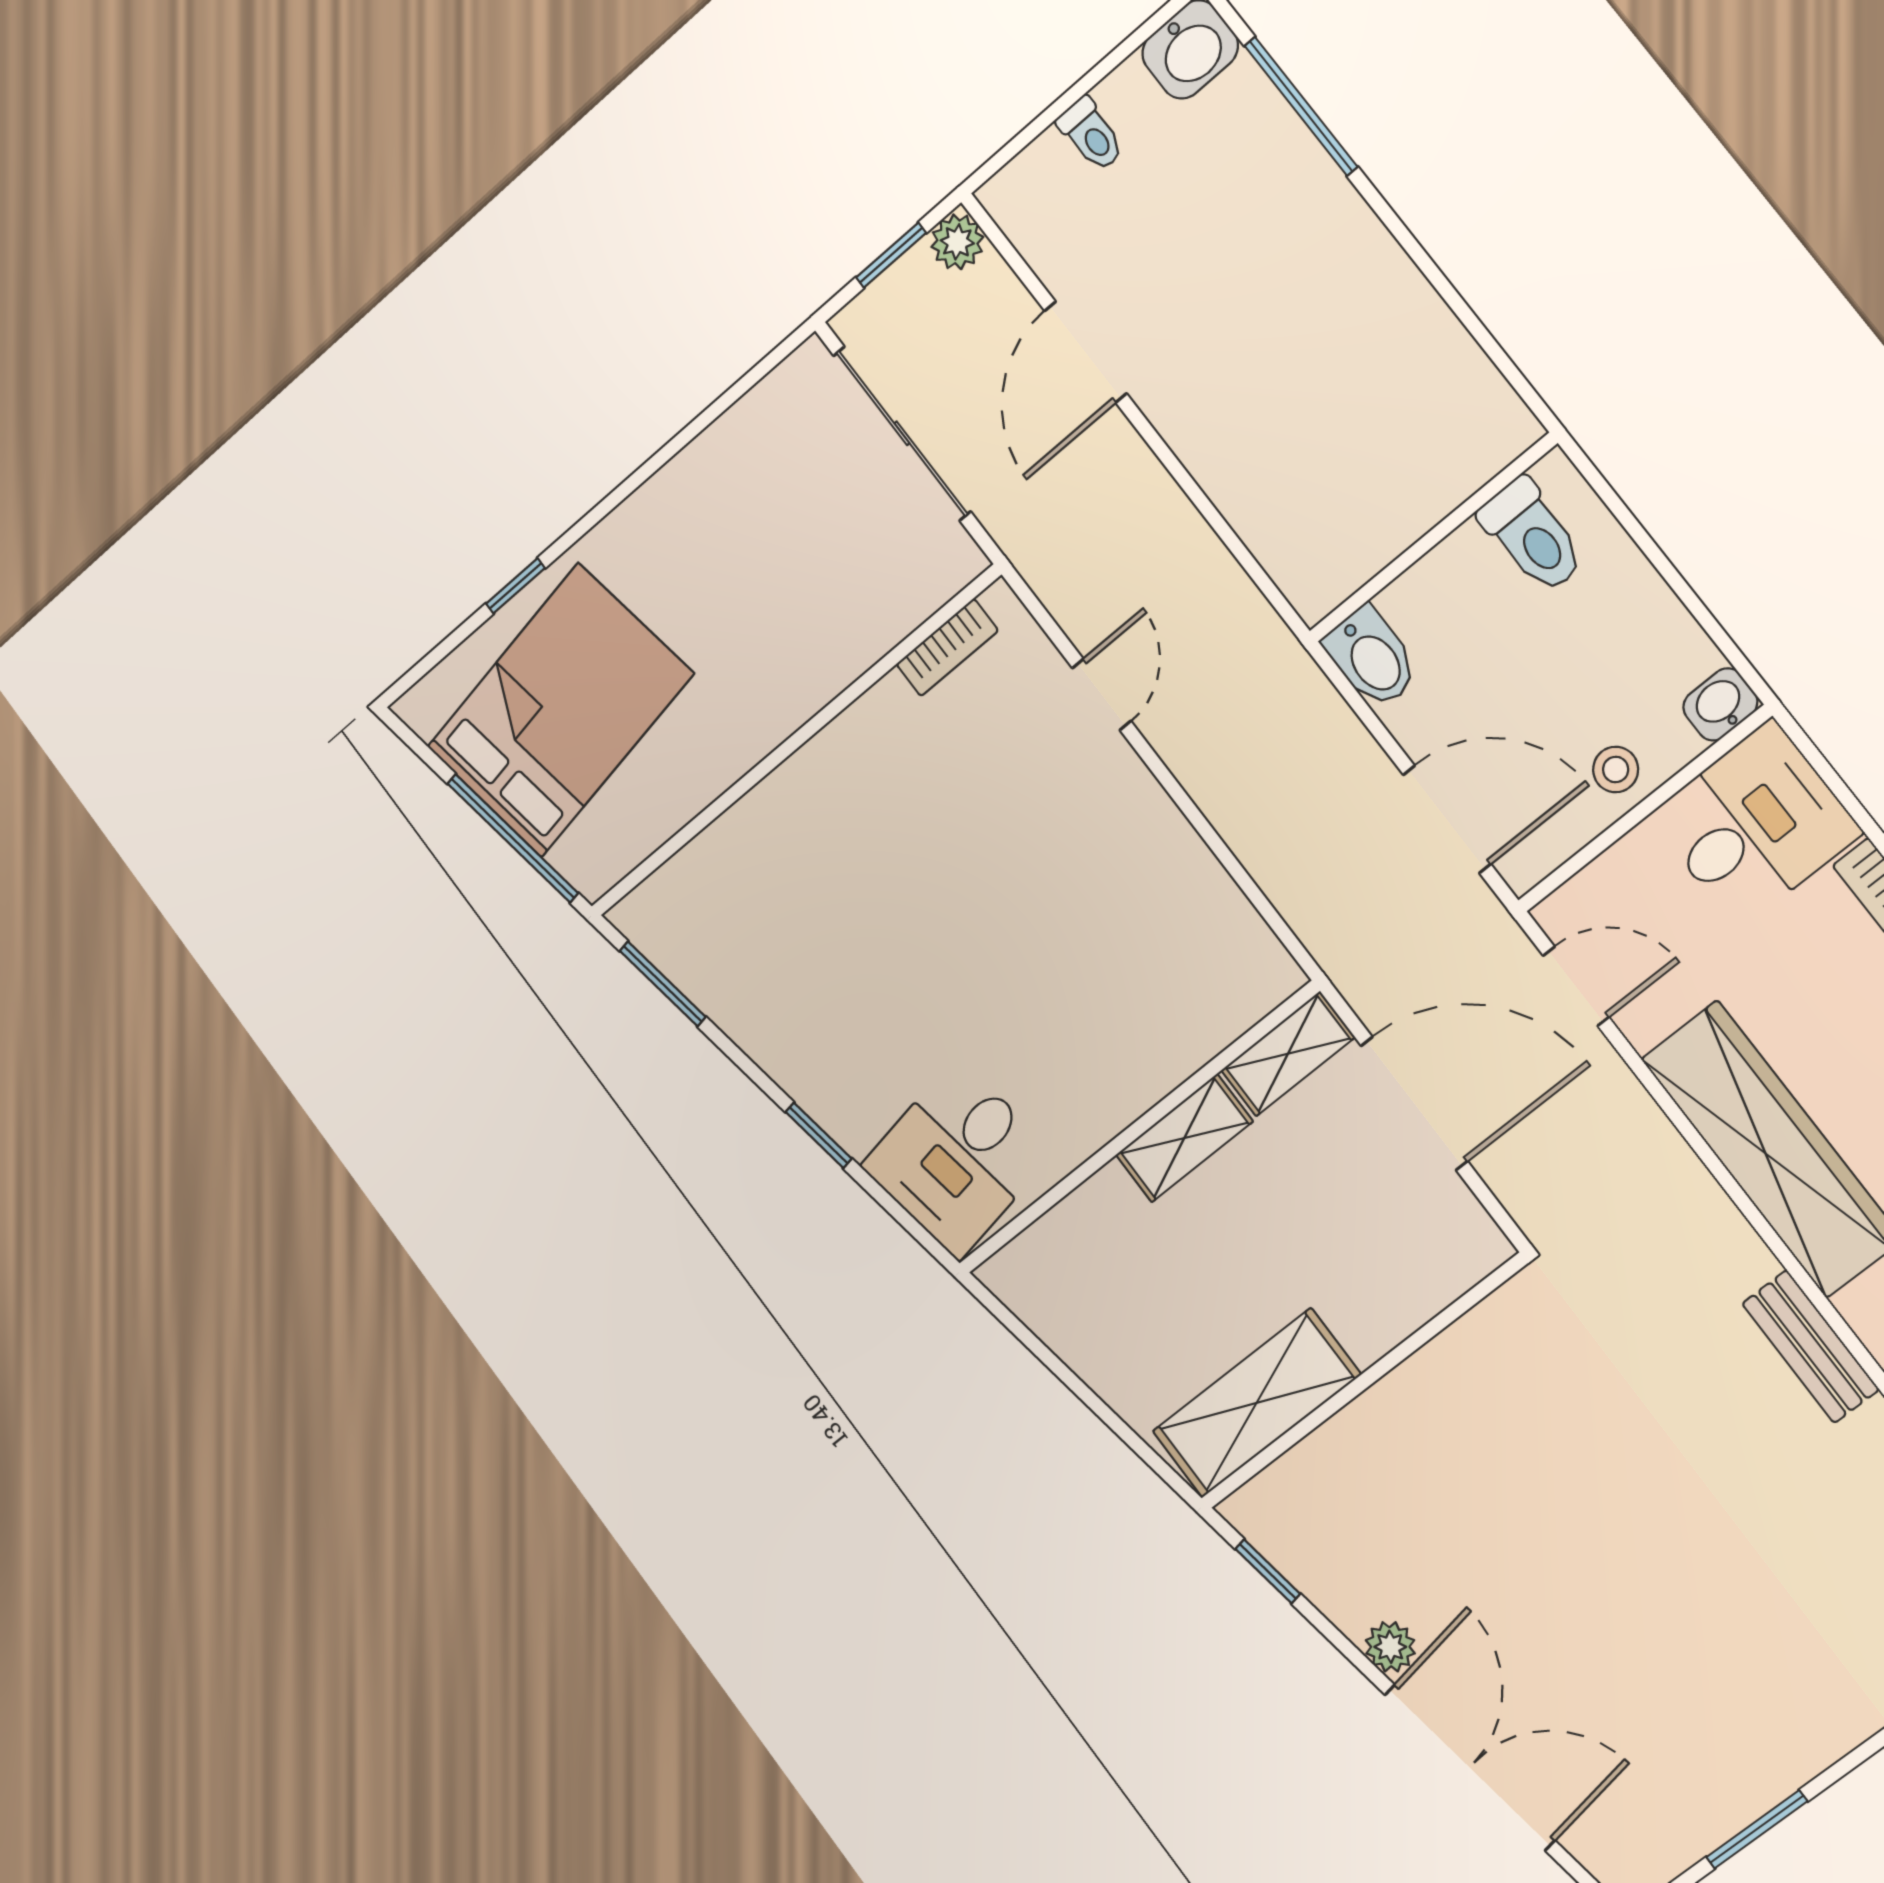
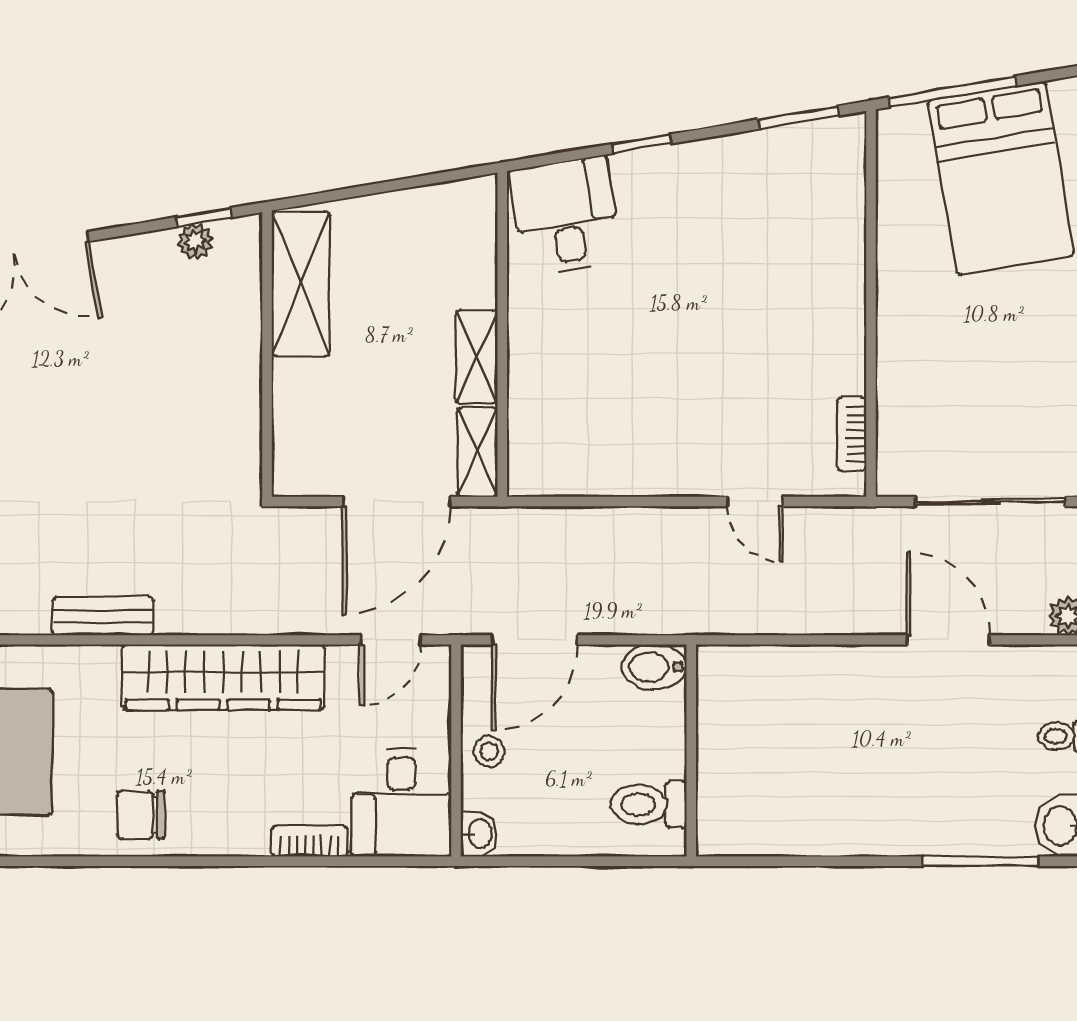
plant: (1390, 1647) -> (195, 241), moved

